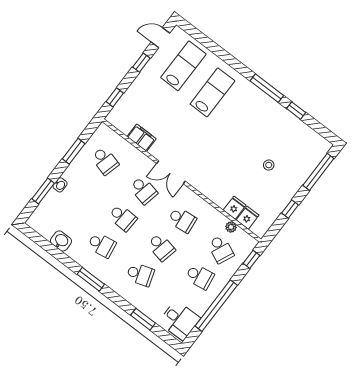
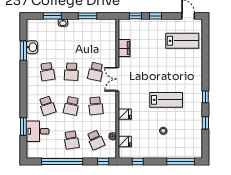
window: (141, 63) -> (156, 16), moved
window: (267, 88) -> (205, 97), width x0.46
lab bench: (212, 92) -> (166, 100), moved
school desk: (105, 161) -> (96, 37), removed
fridge: (235, 208) -> (125, 114), moved
window: (290, 209) -> (138, 162), moved
school desk: (221, 249) -> (96, 140), turned -48
window: (91, 279) -> (23, 51), moved
desk: (179, 320) -> (38, 131), moved, turned 90

